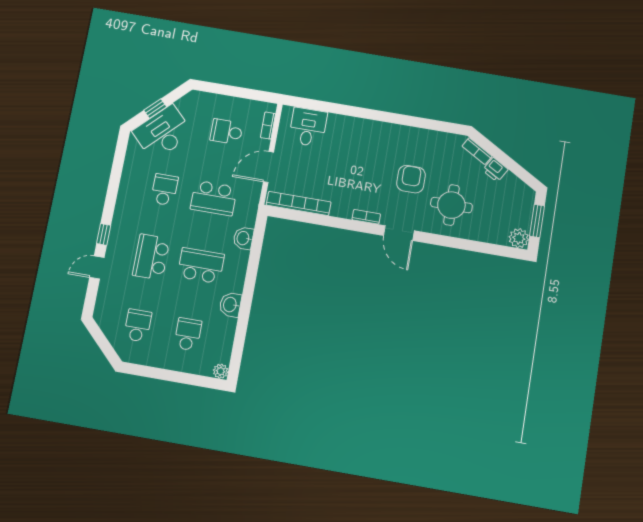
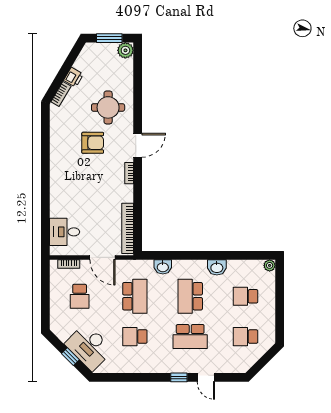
armchair: (411, 179) -> (93, 143), turned 180

